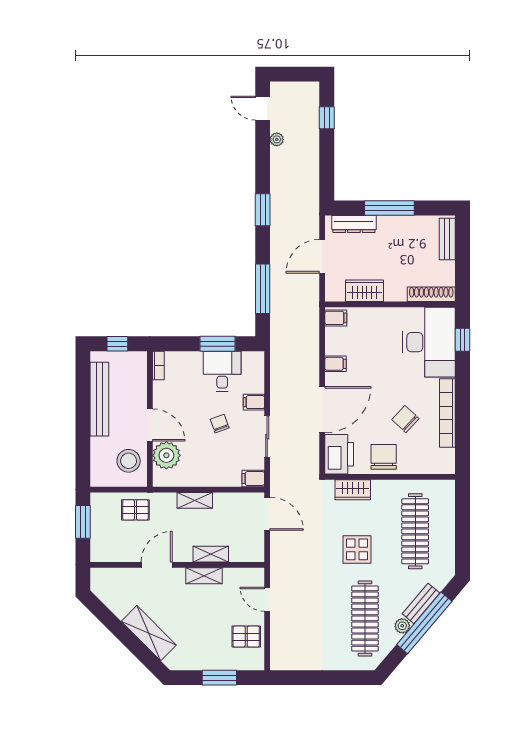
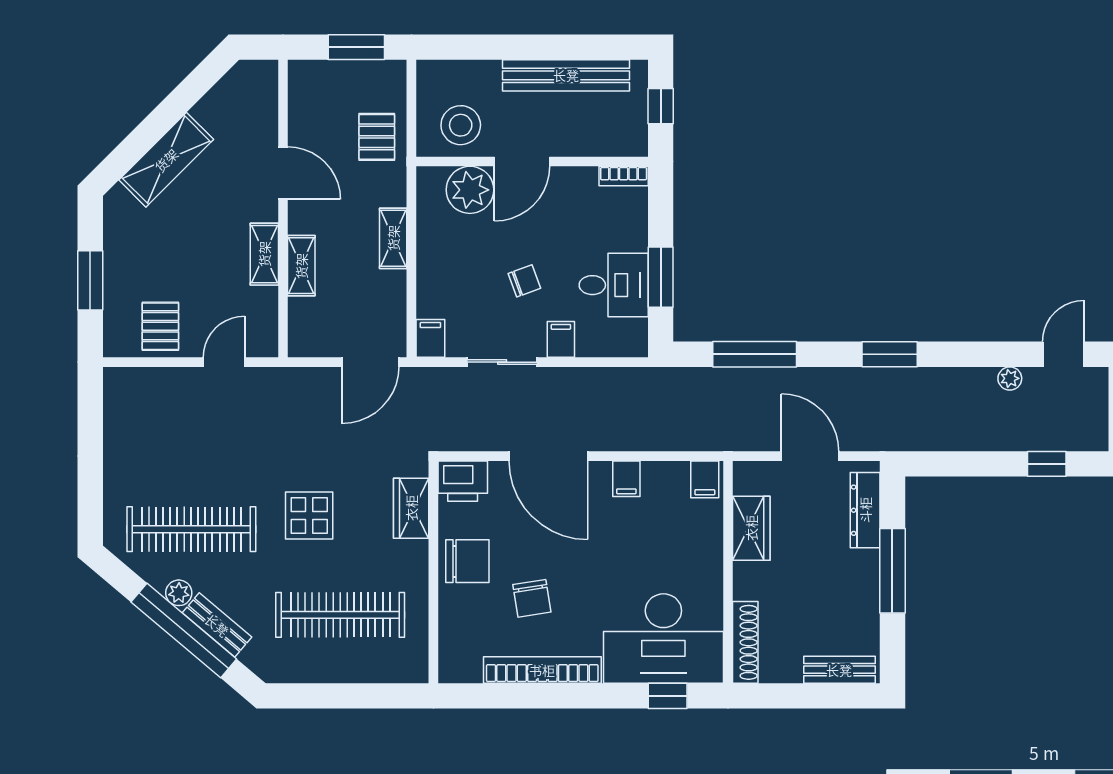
chair: (405, 419) -> (532, 598), turned 128
printer: (339, 454) -> (463, 481), width x0.73, depth x0.84

